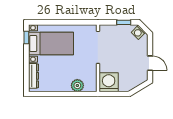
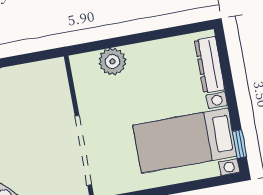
washing machine: (109, 82) -> (47, 80), removed

